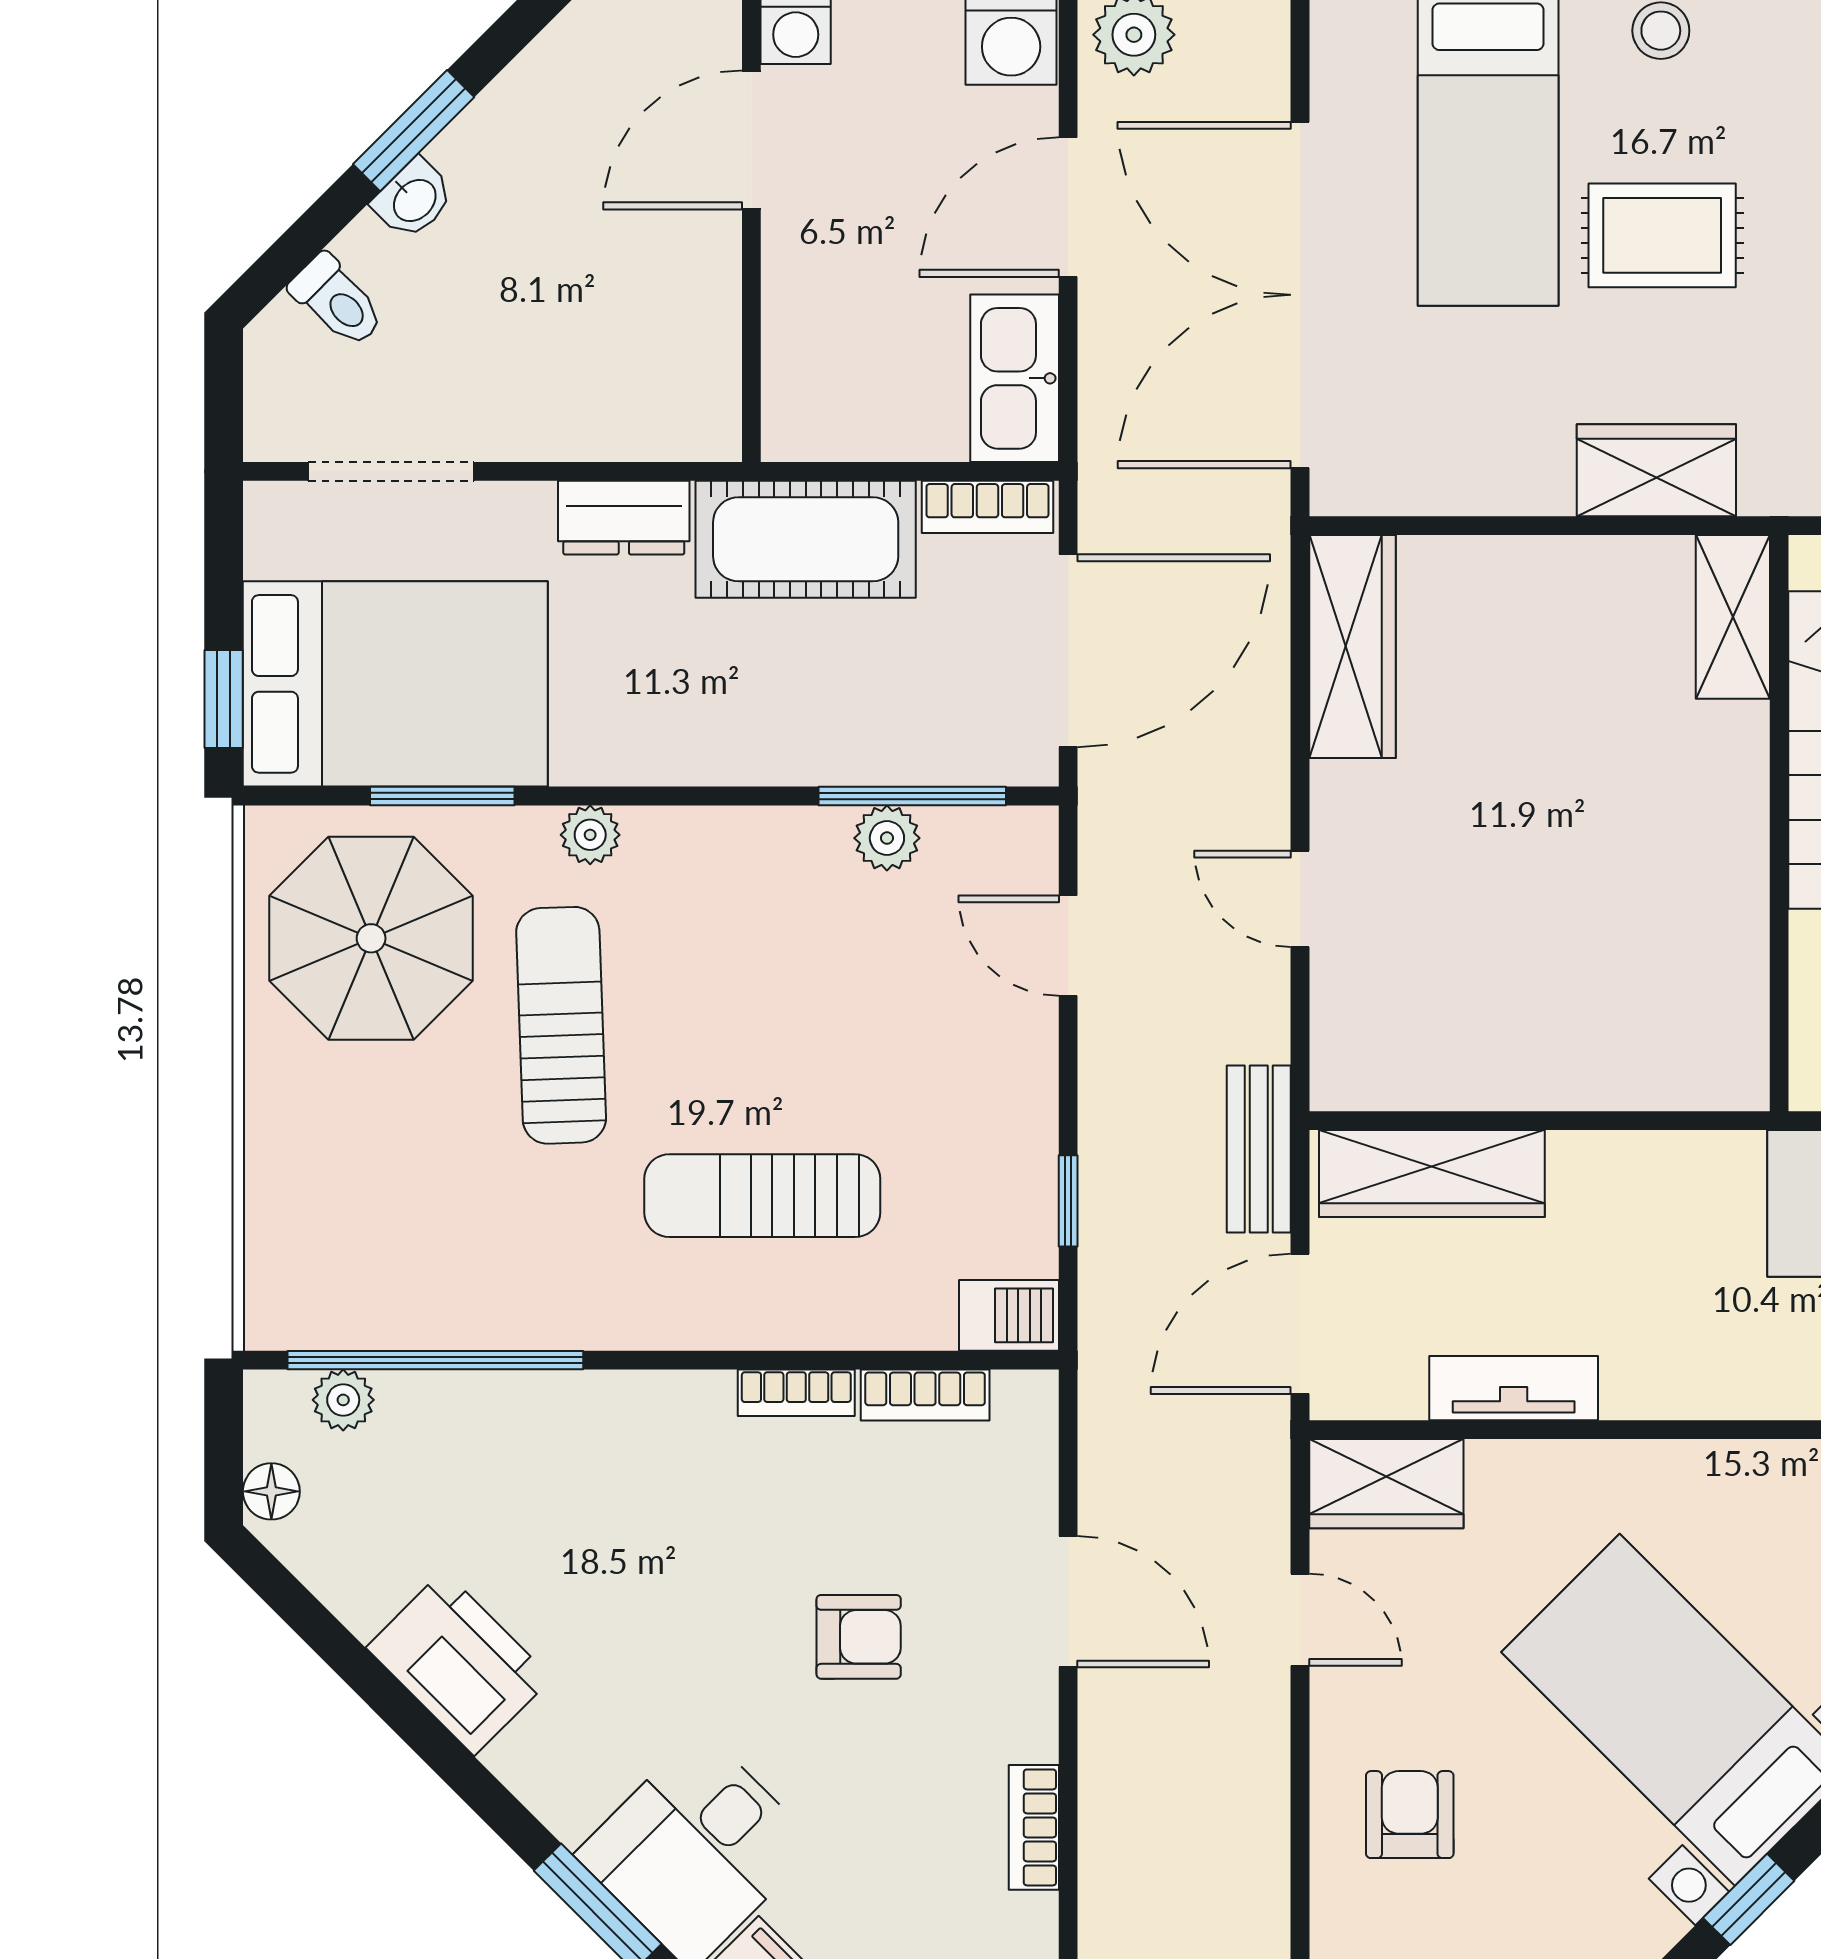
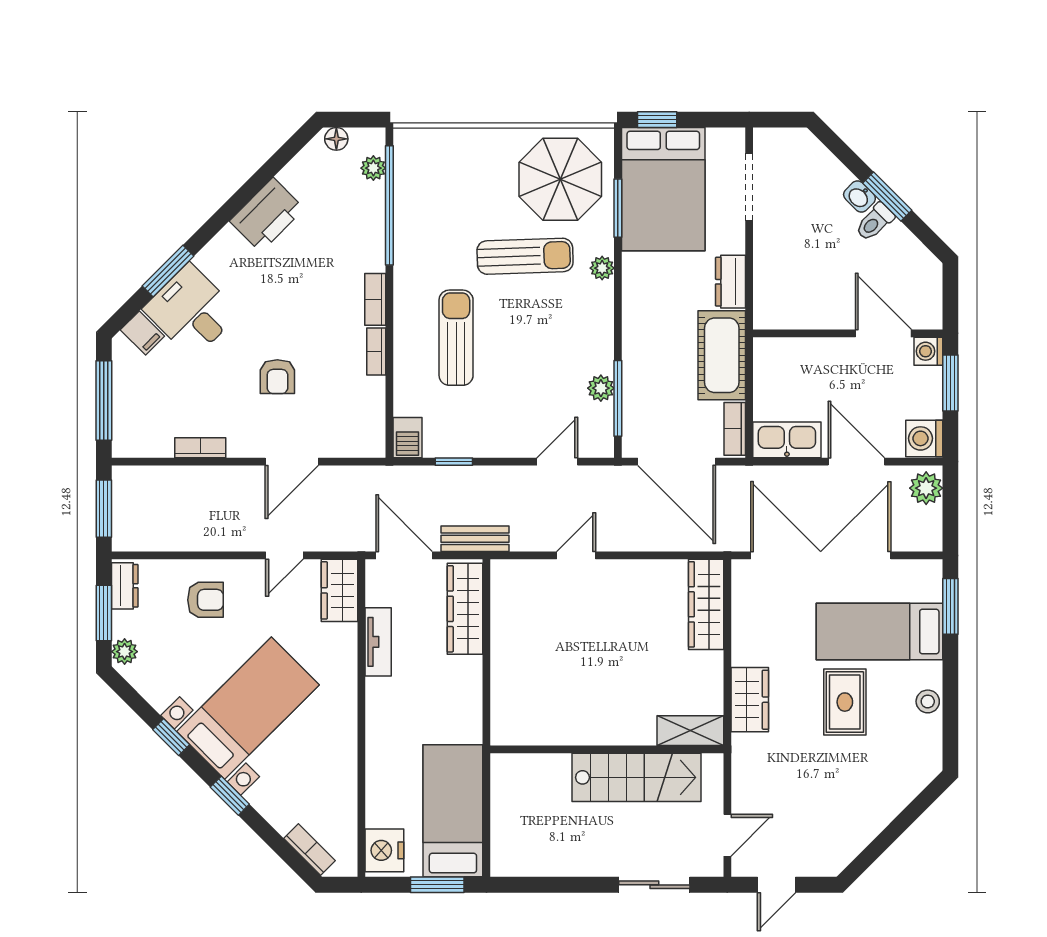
toilet: (337, 301) -> (875, 222), moved
wardrobe: (1352, 646) -> (706, 604), moved, turned 90
bookcase: (925, 1395) -> (375, 299), moved

